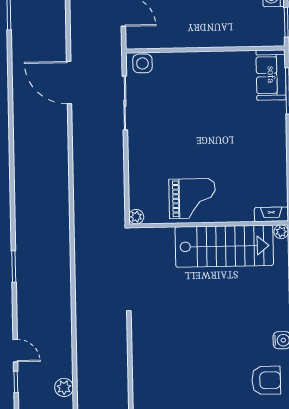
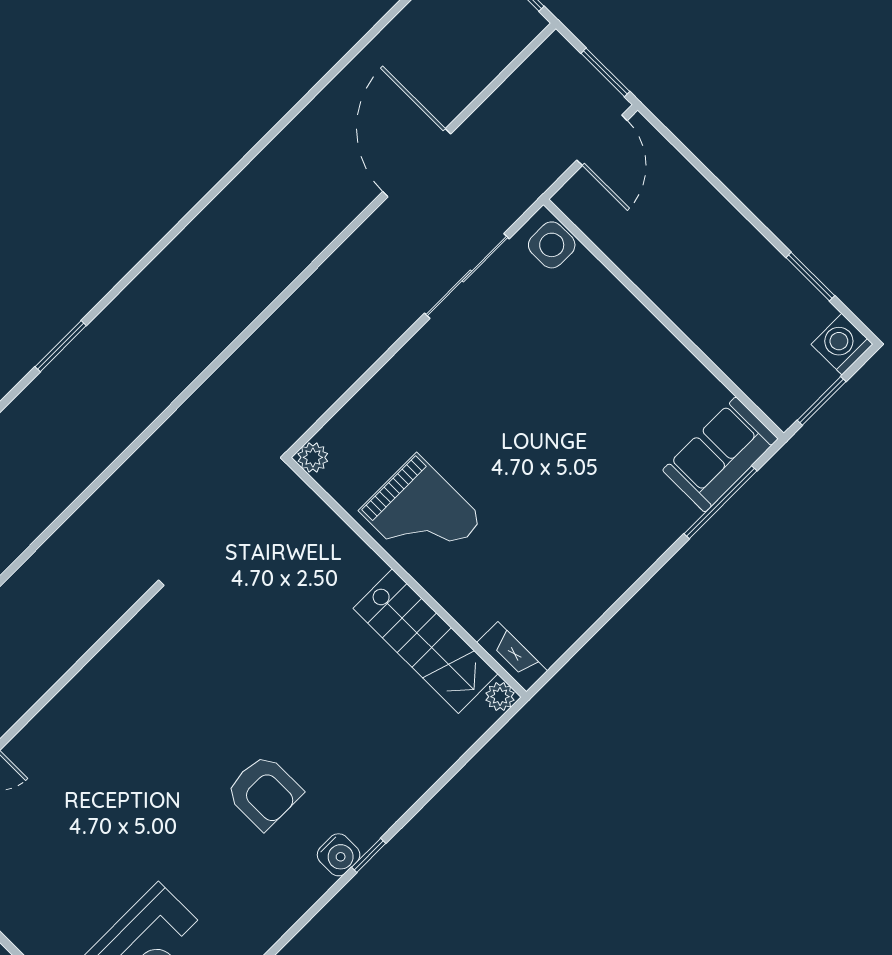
stairs: (224, 246) -> (425, 641), width x0.73, depth x0.66
armchair: (266, 380) -> (264, 792), moved

